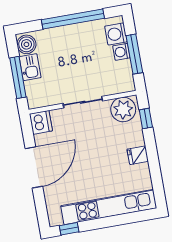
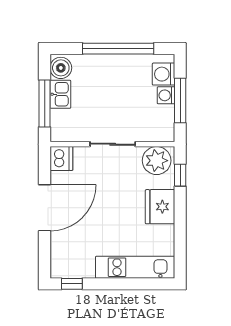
fridge: (138, 155) -> (160, 207), width x1.88, depth x1.34
kitchen unit: (109, 207) -> (135, 267), width x0.73

